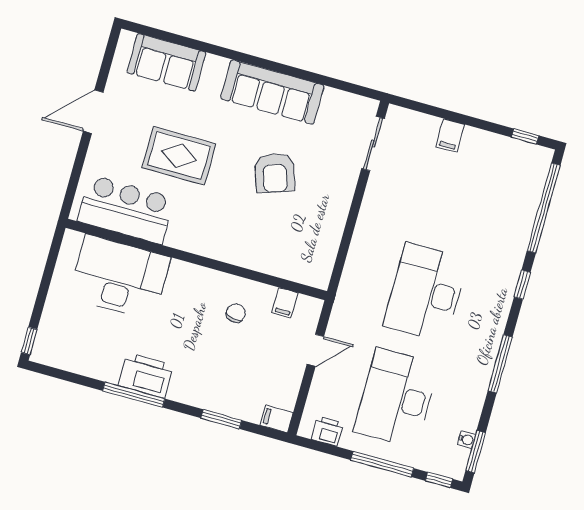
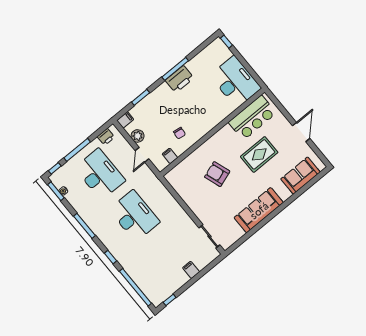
armchair: (275, 173) -> (217, 174), moved
desk: (120, 277) -> (235, 82), moved, turned -90
plant: (289, 380) -> (138, 136), added

